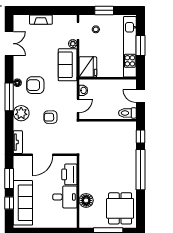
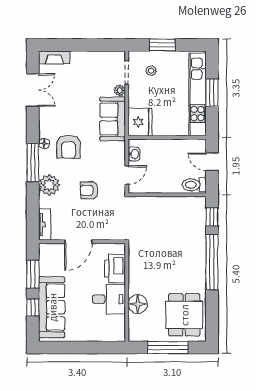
fireplace: (41, 20) -> (54, 57), moved
armchair: (35, 85) -> (69, 147), turned -90

